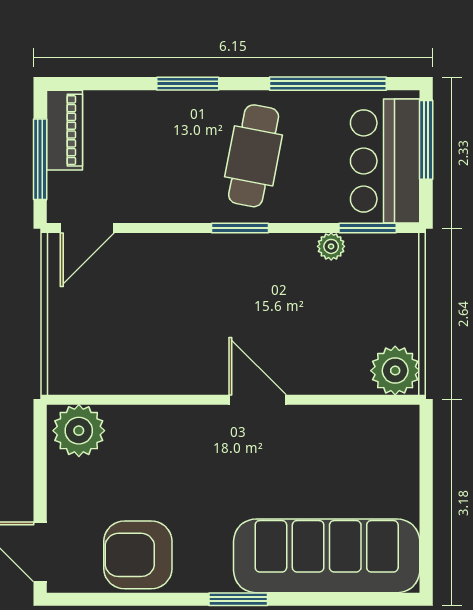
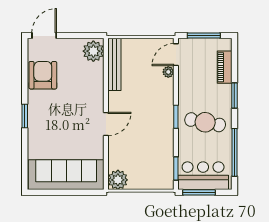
piano: (65, 130) -> (225, 67), moved, turned 90
window: (426, 140) -> (199, 192), moved
door: (87, 228) -> (176, 55), hinge flipped
plant: (331, 246) -> (168, 72), moved
bench: (111, 379) -> (114, 64), added
sofa: (327, 556) -> (66, 175), moved, turned -90

